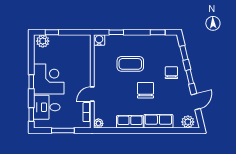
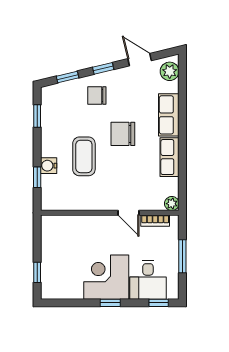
water cooler: (99, 40) -> (49, 166), moved
plant: (43, 41) -> (50, 286), removed

